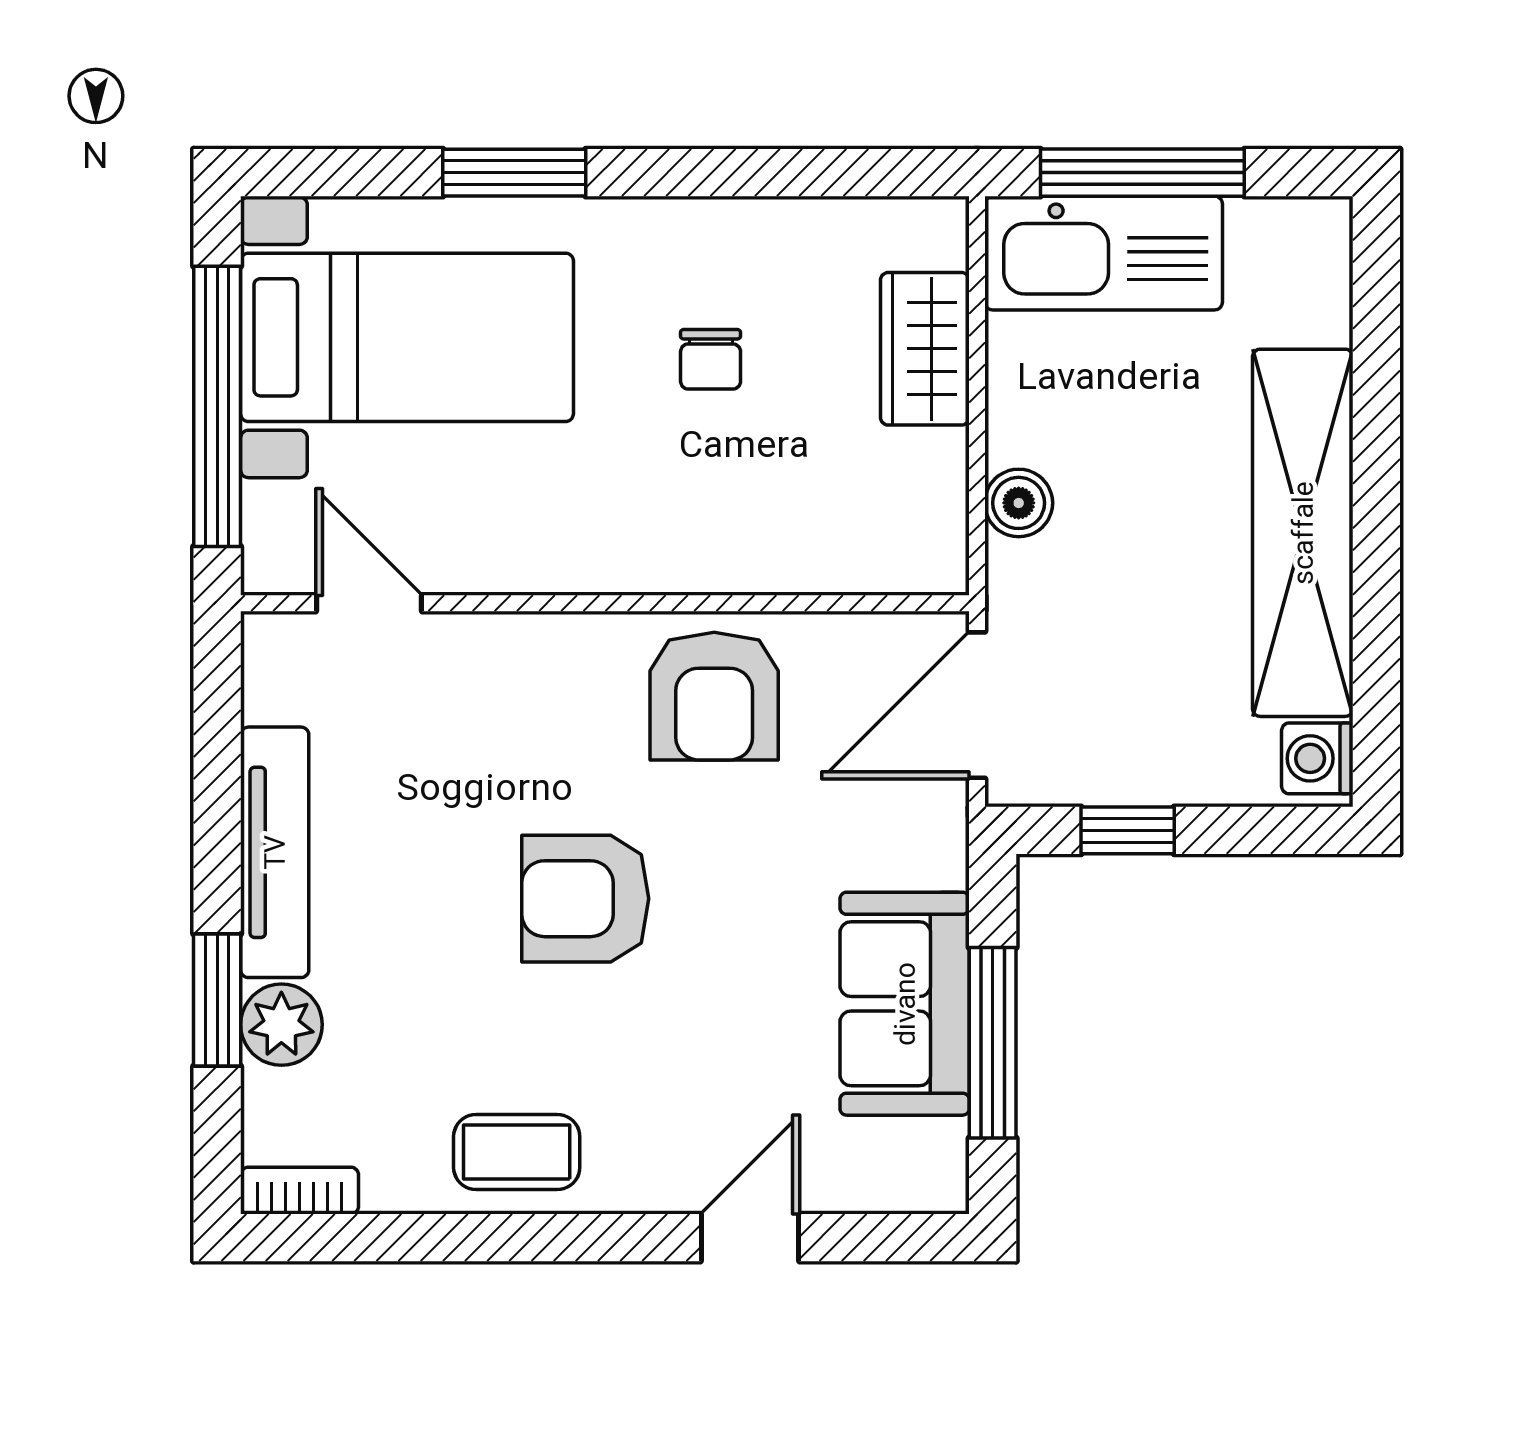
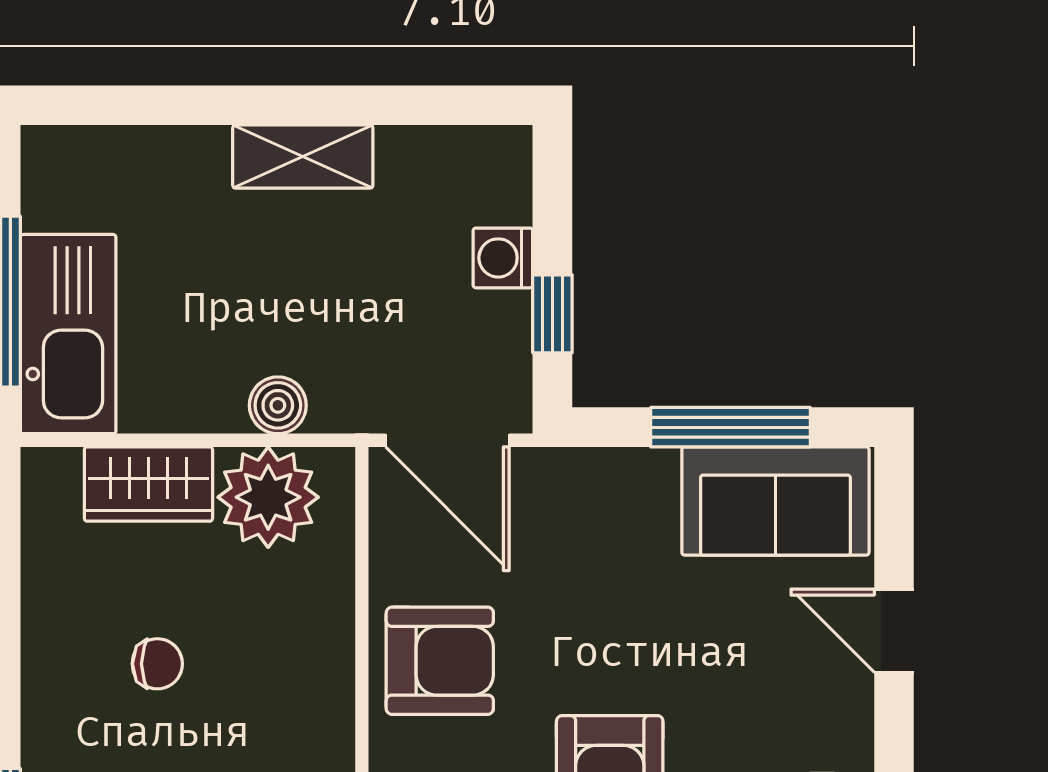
plant: (909, 491) -> (268, 497), added
shelving: (1303, 533) -> (303, 157), width x0.45, depth x0.75
washing machine: (1317, 758) -> (503, 258), moved, turned 90
sofa: (905, 1004) -> (775, 501), moved

